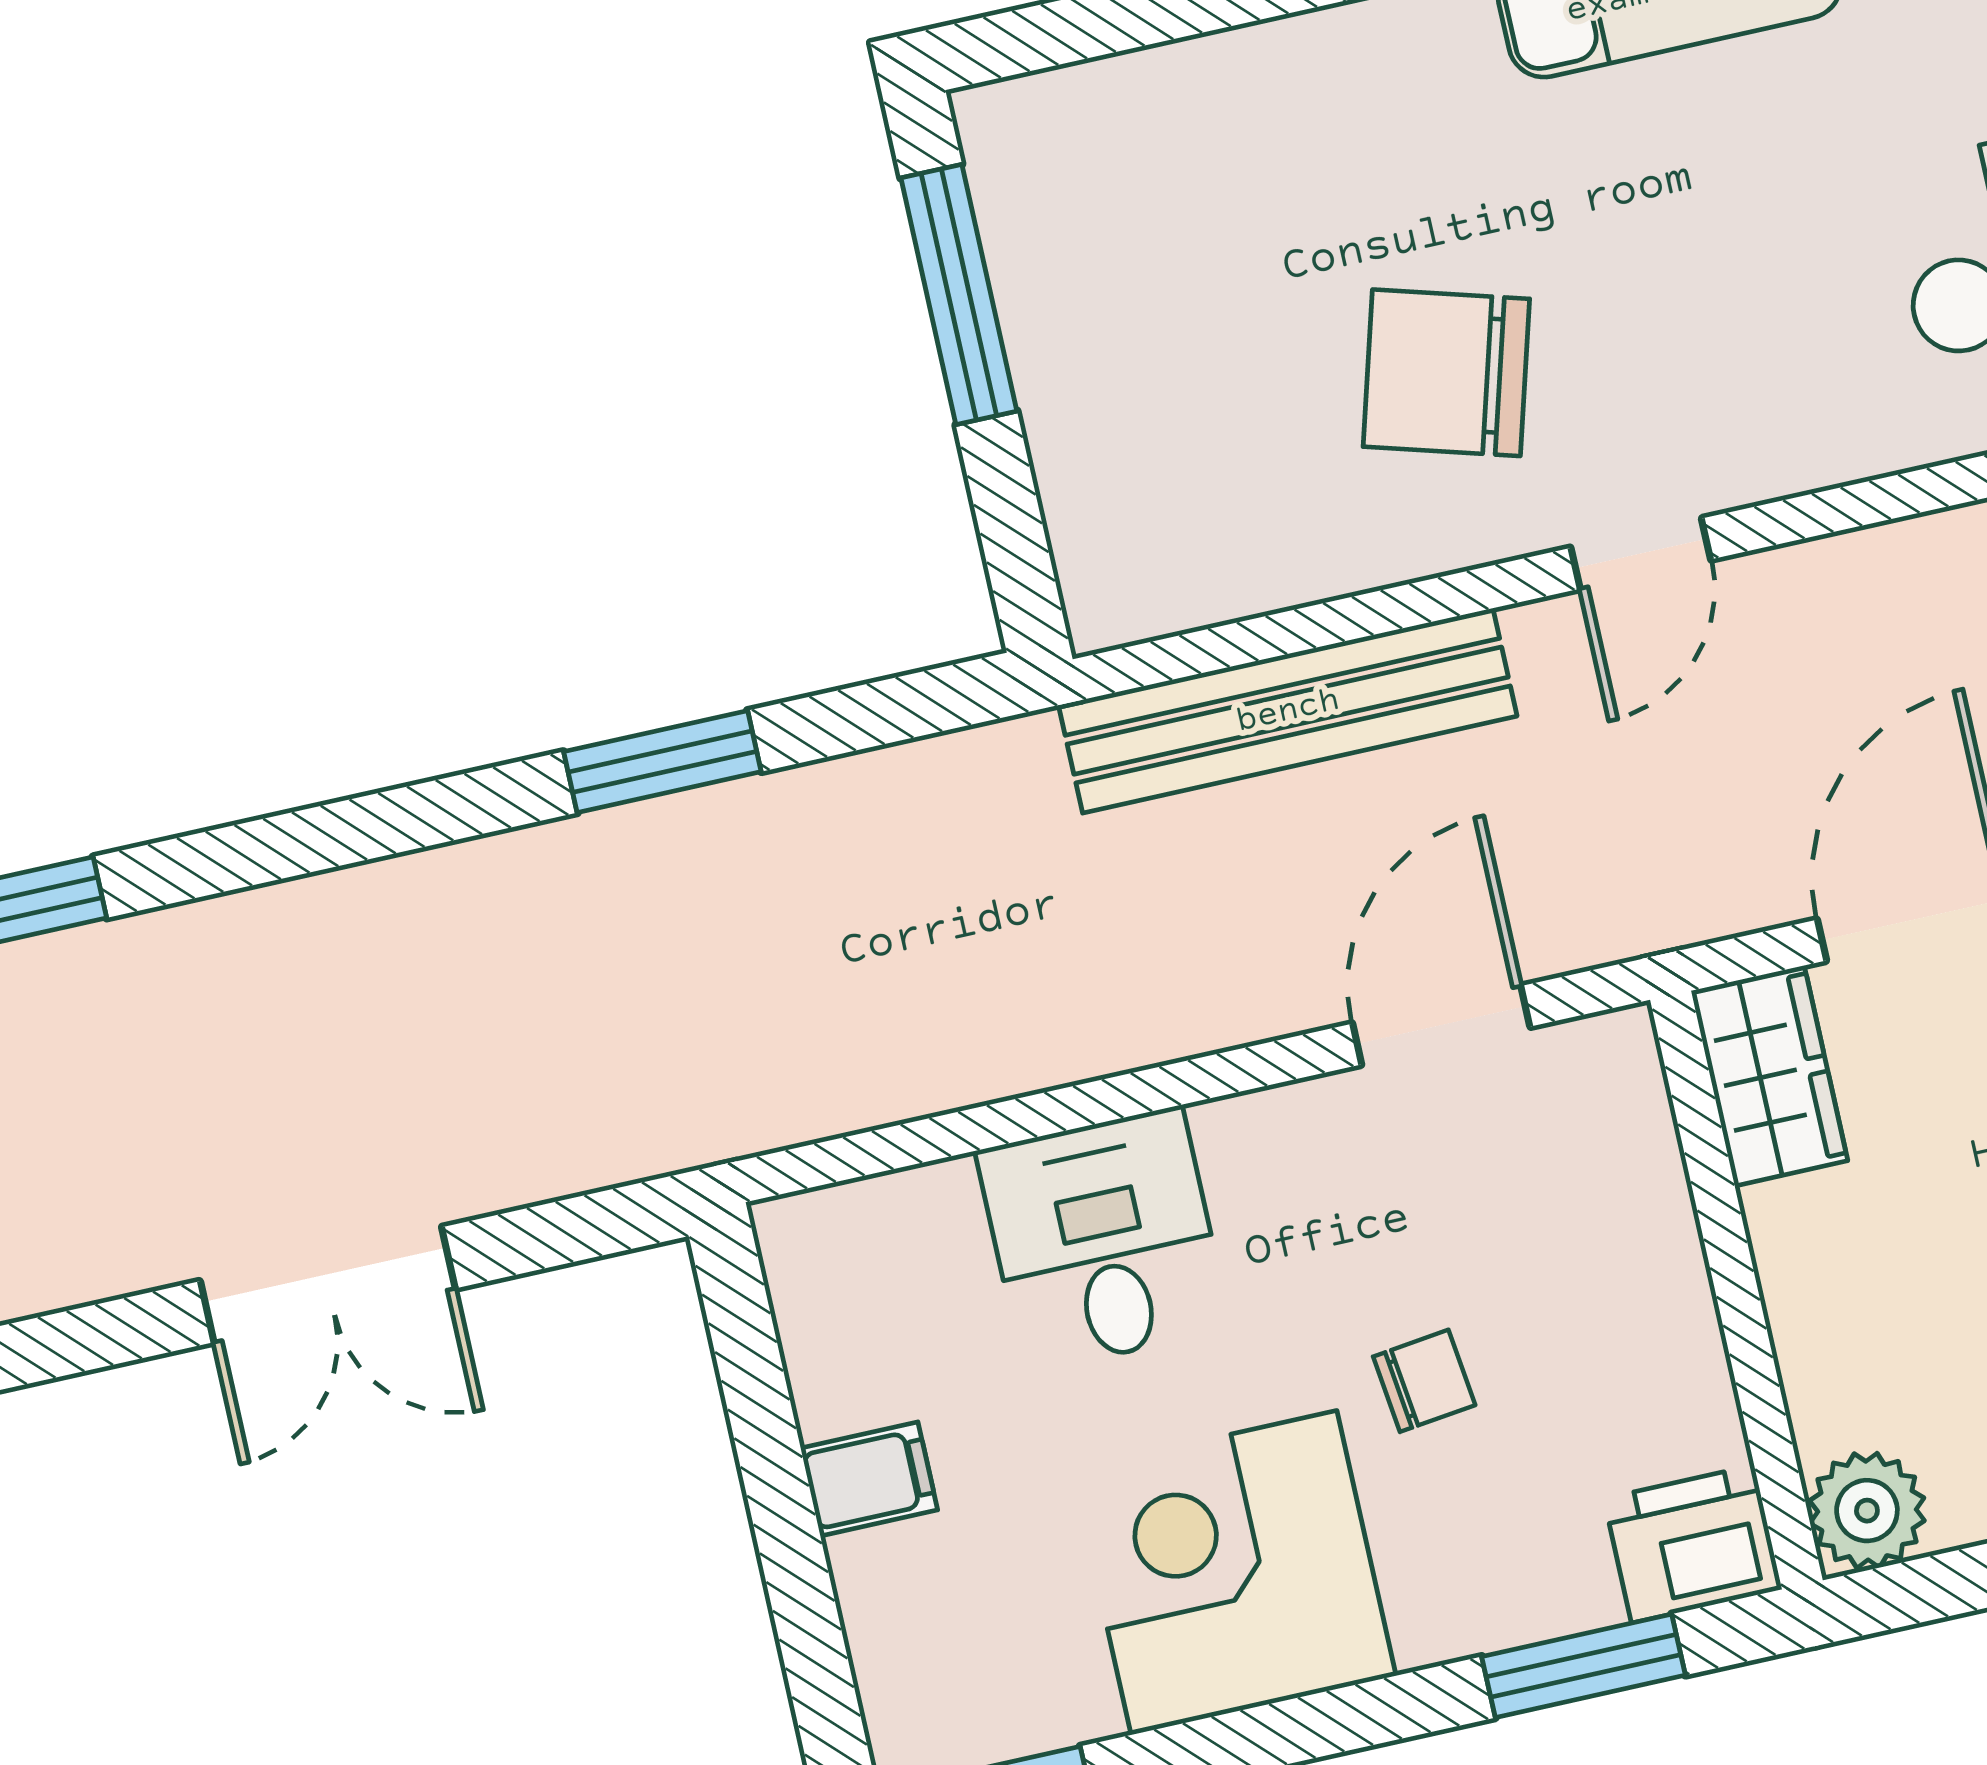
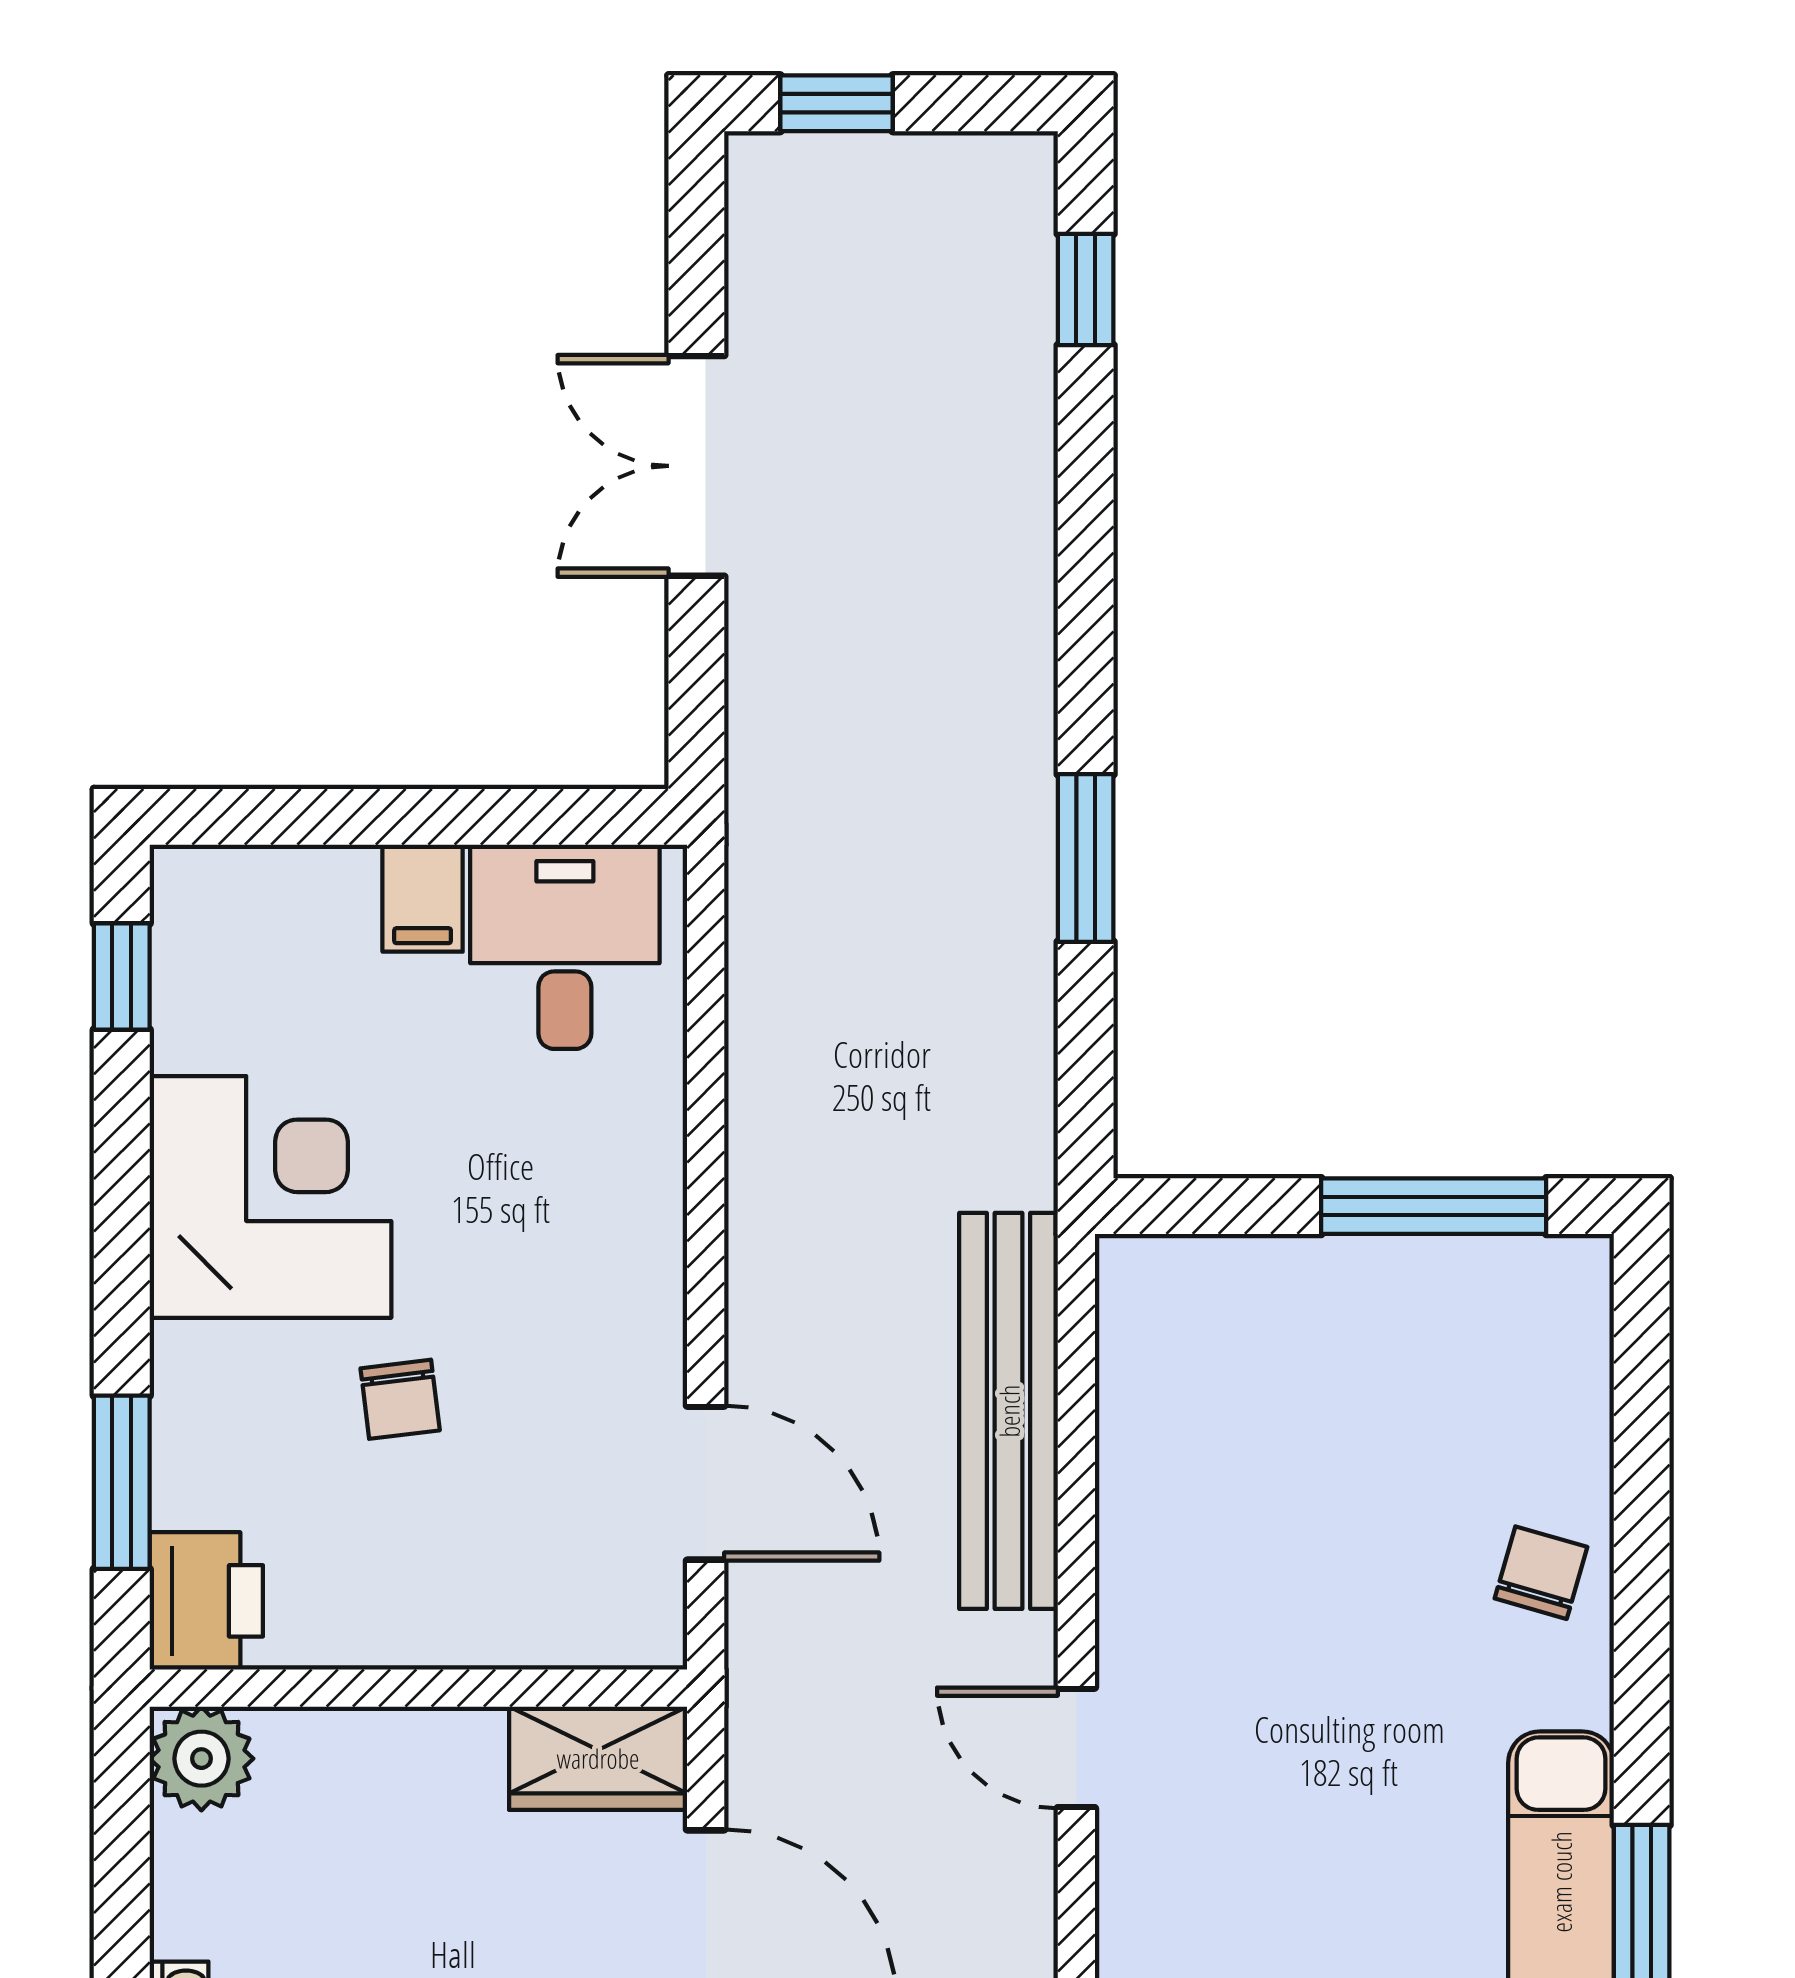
chair: (1446, 373) -> (1541, 1573), moved, width x0.54, depth x0.54
desk: (1103, 1240) -> (565, 947), moved, turned -90

